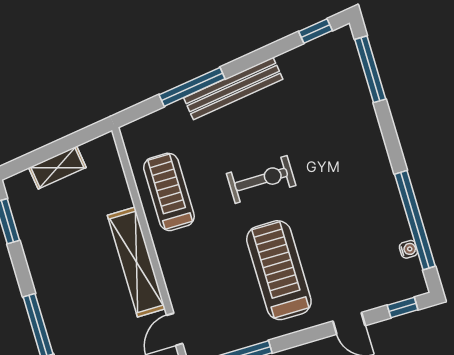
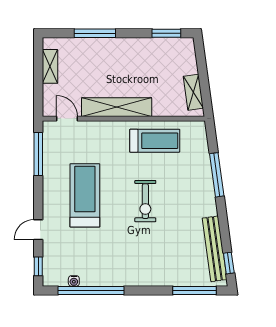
bench: (233, 88) -> (215, 249), moved
shelving: (57, 168) -> (193, 92), moved
treadmill: (279, 270) -> (85, 195), turned -90

